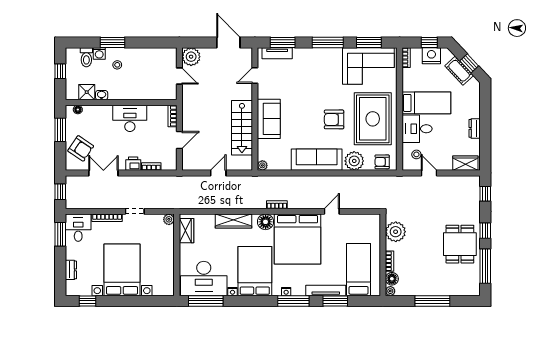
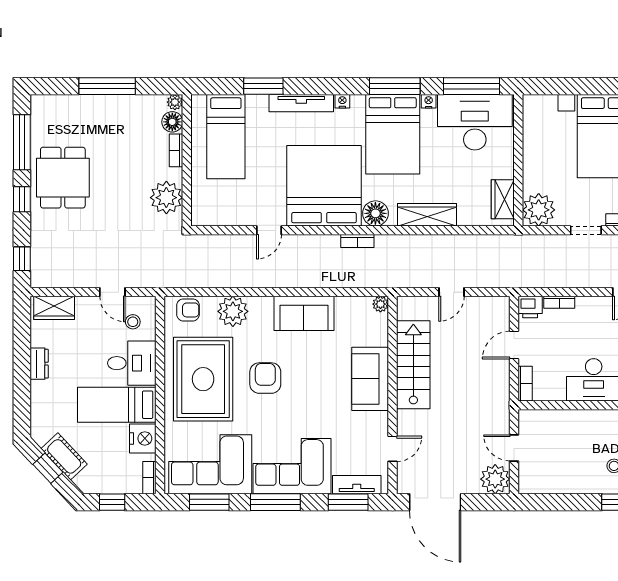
door: (228, 42) -> (435, 502), width x1.36
nightstand: (431, 56) -> (143, 438), moved, turned -90
corner sofa: (317, 65) -> (292, 466), added
armchair: (334, 119) -> (265, 378), turned -90
sofa: (317, 160) -> (304, 313), width x0.73
printer: (133, 164) -> (530, 307), moved
plant: (169, 219) -> (539, 210), width x1.88, depth x1.88
tv unit: (326, 290) -> (301, 103), moved
window: (293, 301) -> (395, 86), moved

